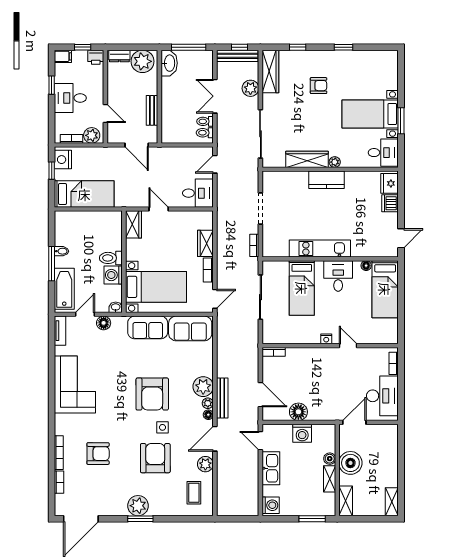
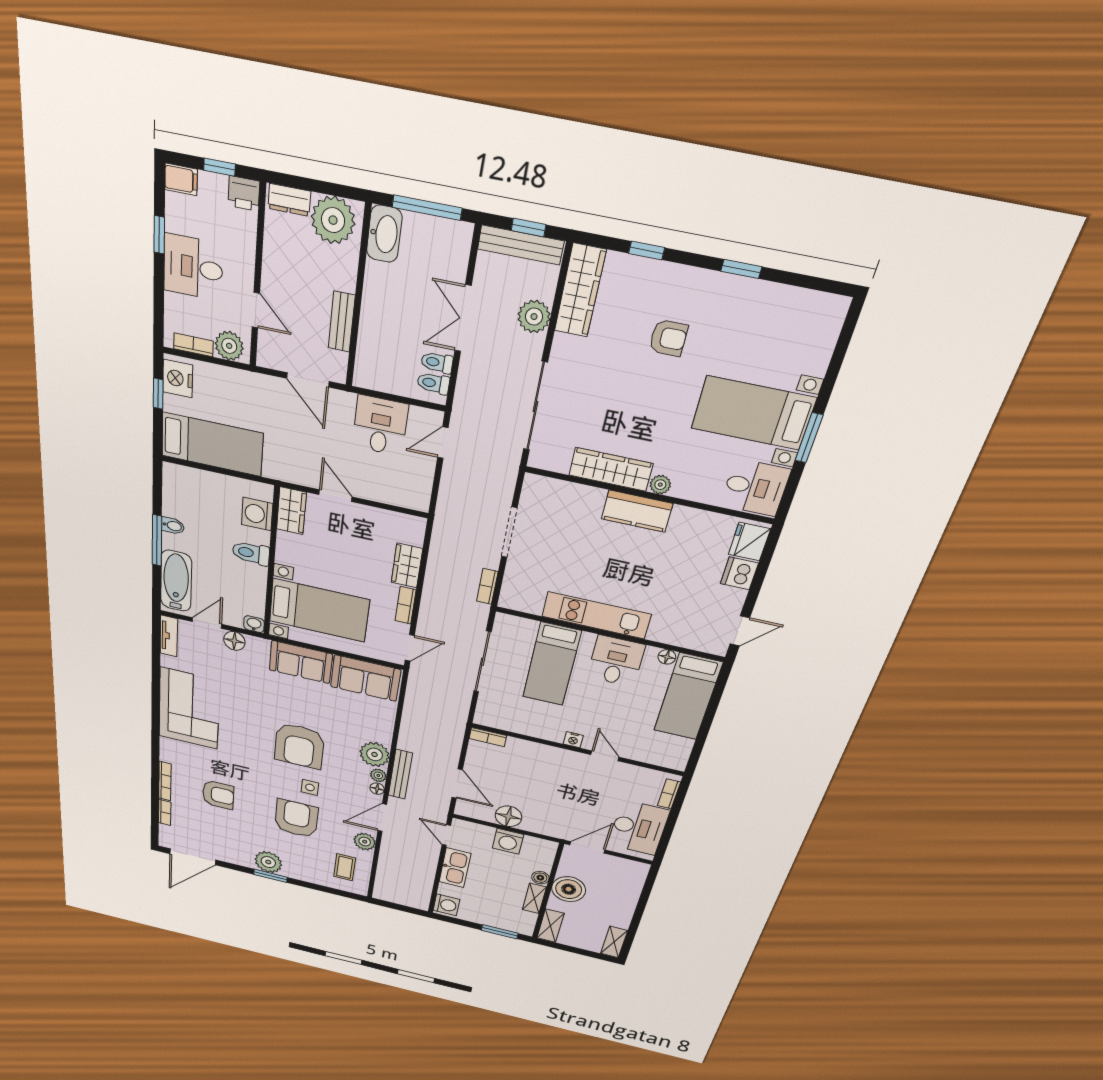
desk: (198, 193) -> (380, 426), moved, turned -90
washing machine: (113, 275) -> (257, 514), moved

